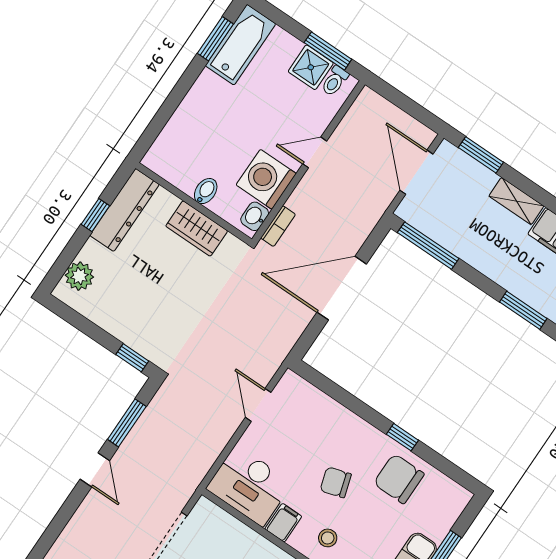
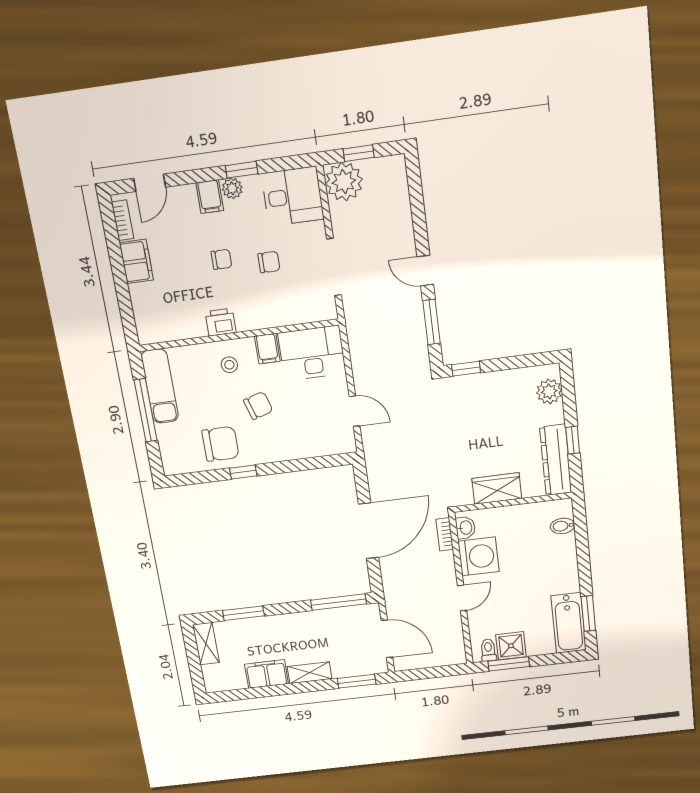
bidet: (206, 191) -> (562, 526), moved, turned 90

